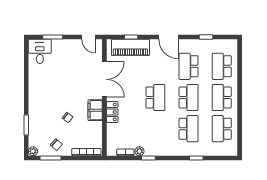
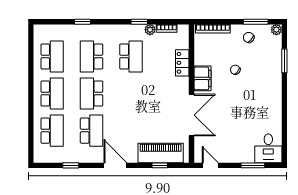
double door: (104, 79) -> (192, 115), swing flipped
school desk: (155, 98) -> (131, 56), moved, turned 180
locker: (112, 112) -> (182, 63), moved

